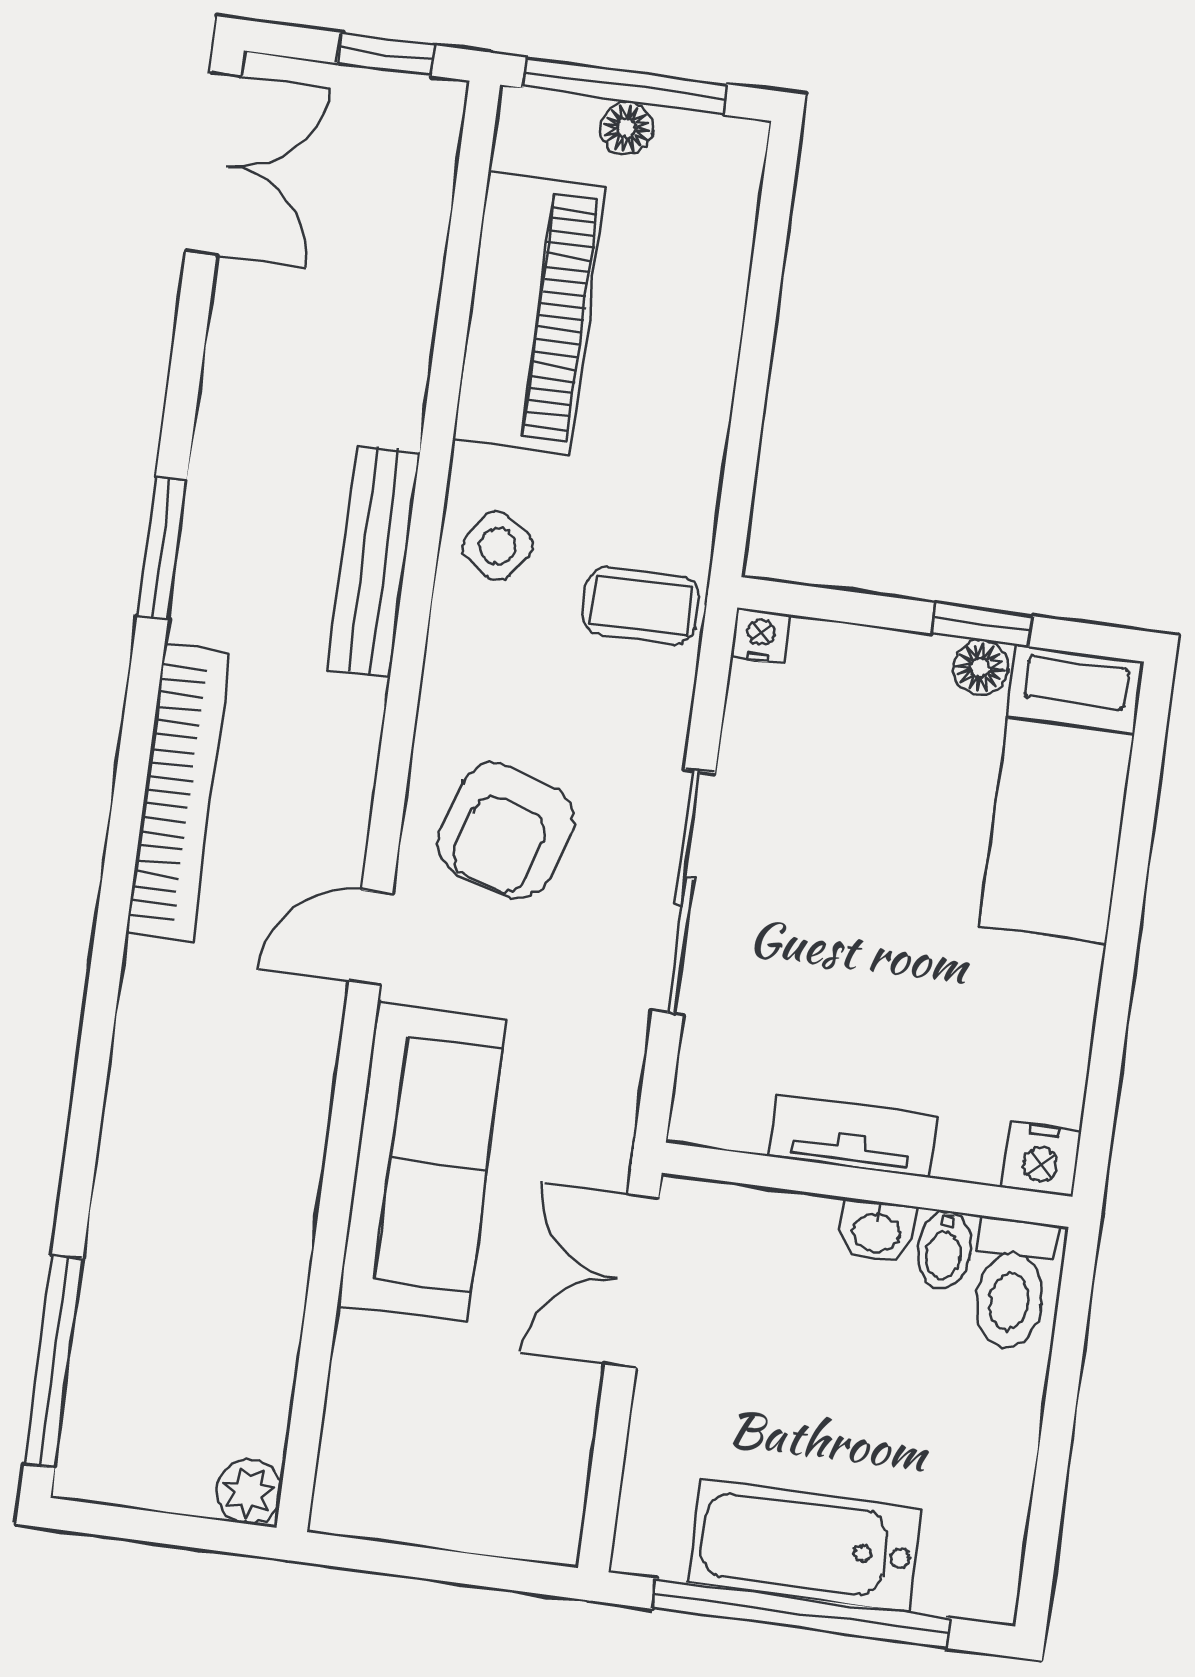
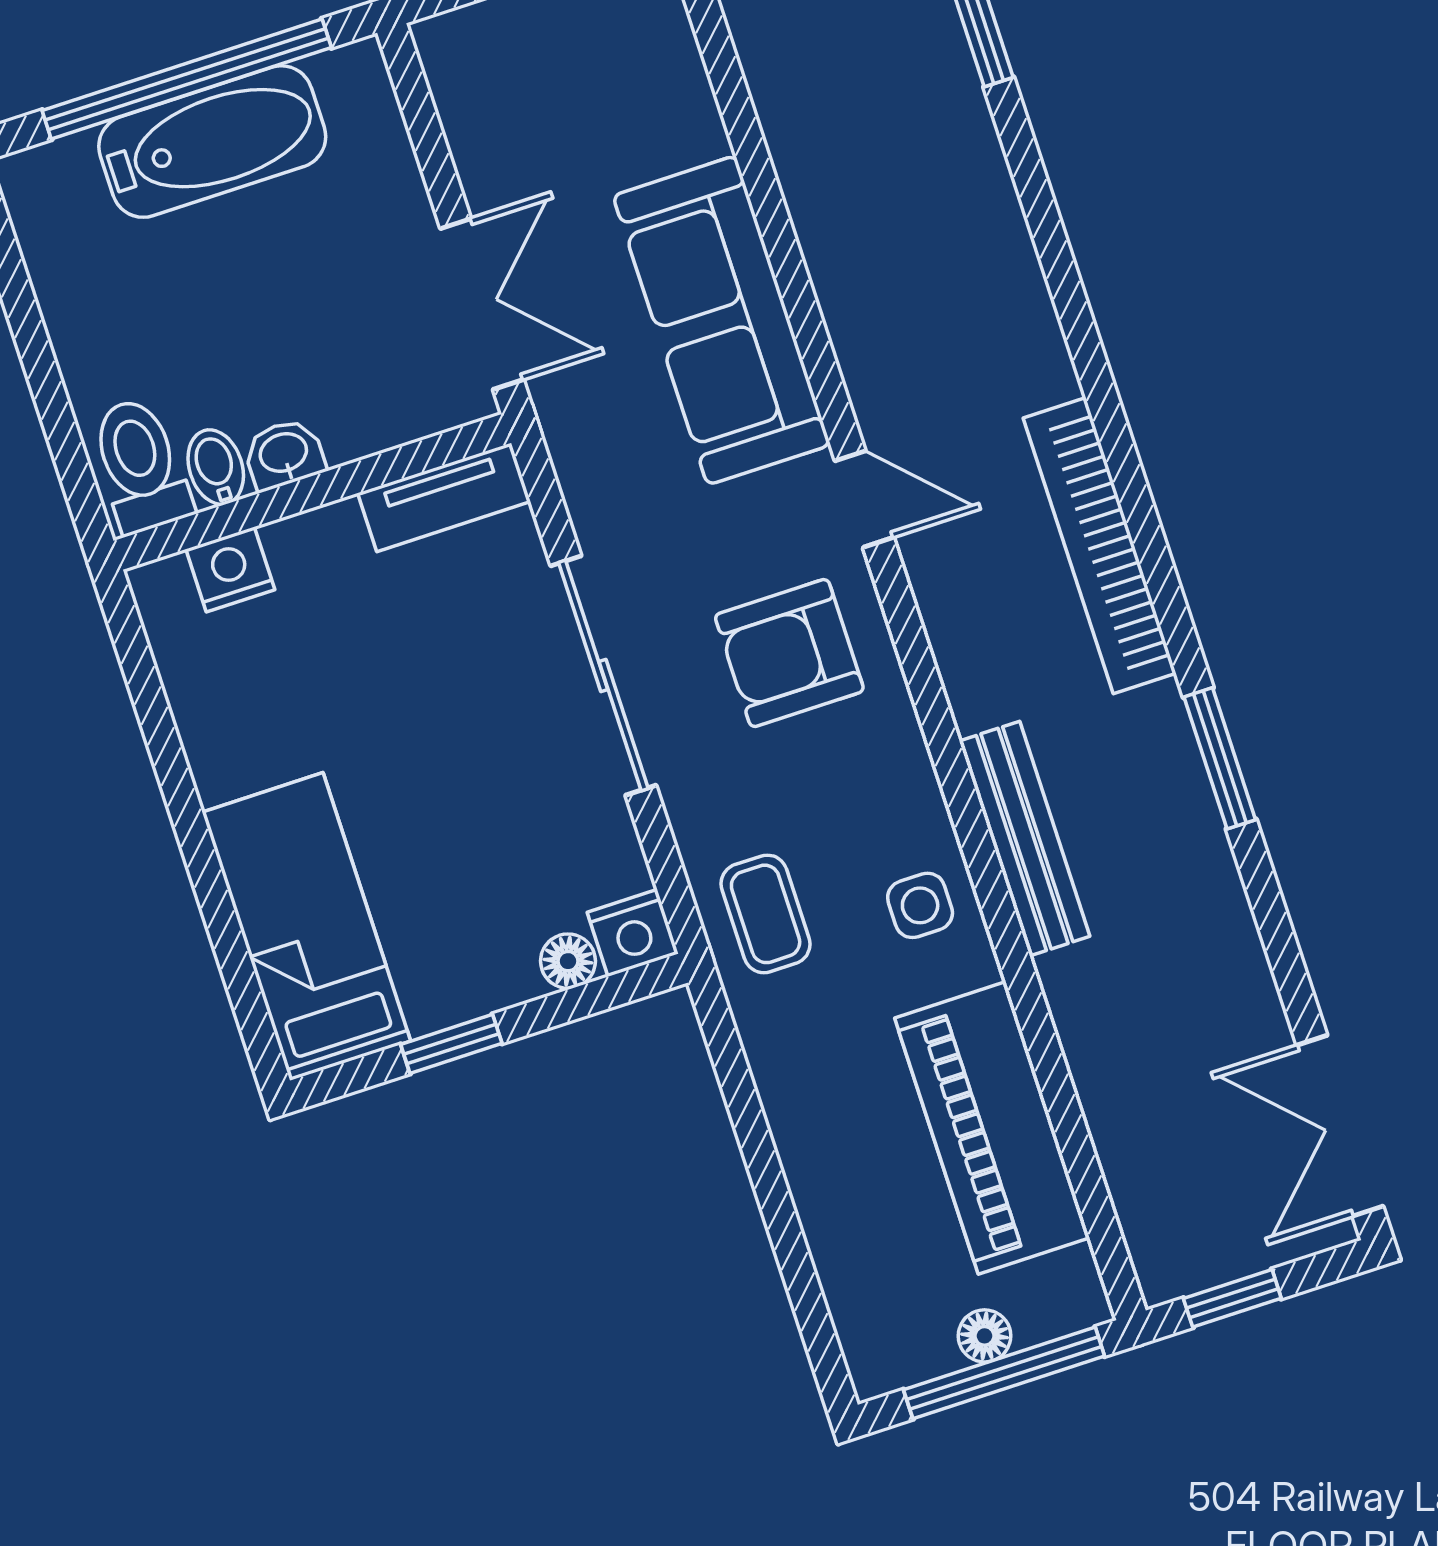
side table: (497, 546) -> (920, 905), turned -37
coffee table: (641, 605) -> (766, 914), turned 90
nightstand: (760, 636) -> (633, 933), width x1.39, depth x1.35
floor lamp: (981, 668) -> (568, 961), moved
armchair: (506, 831) -> (789, 653), turned -108
door: (371, 938) -> (864, 499), hinge flipped
tv unit: (853, 1136) -> (444, 497), moved
nightstand: (1041, 1159) -> (230, 570), moved

